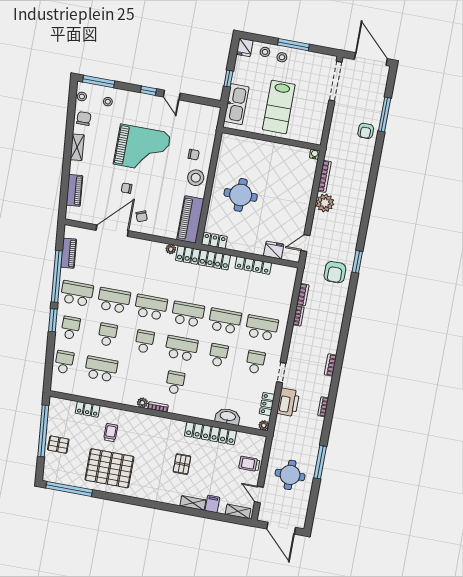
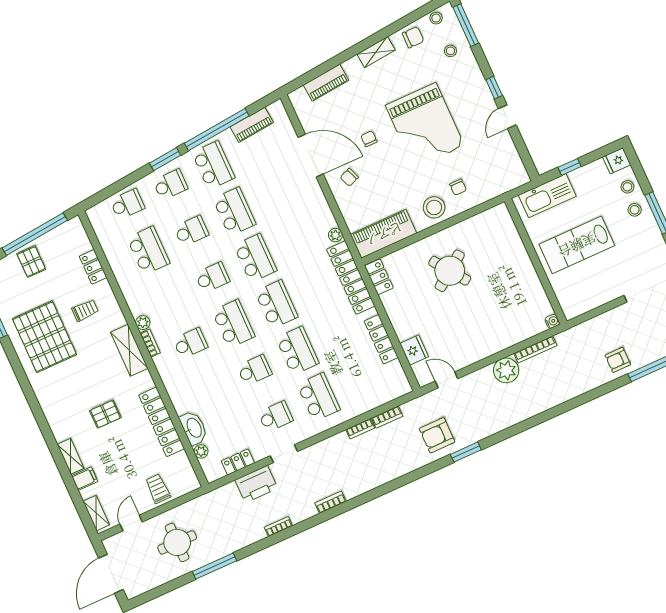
round table: (241, 195) -> (450, 271), turned -36
shelving: (153, 423) -> (129, 350), added
plant: (264, 425) -> (201, 451), moved

